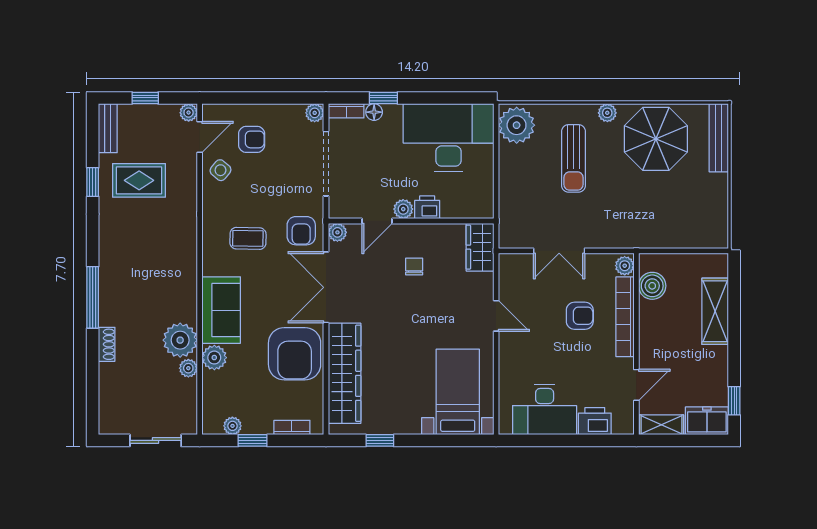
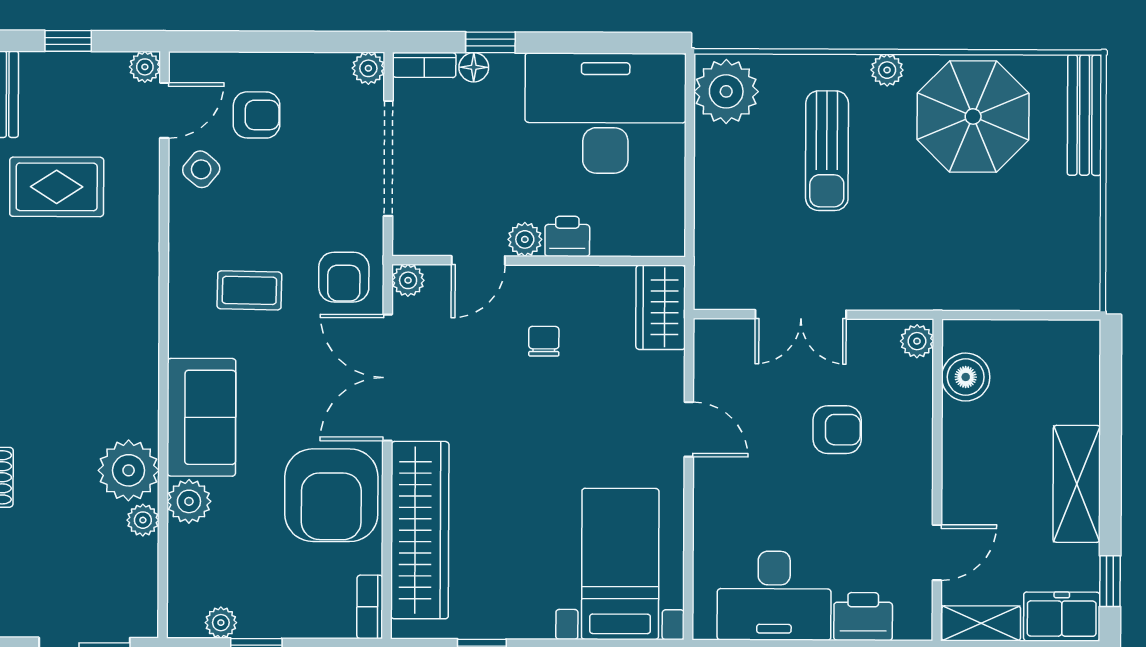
shelving: (715, 311) -> (1077, 484), moved
bookcase: (625, 317) -> (917, 432), removed
bookcase: (292, 428) -> (370, 607), moved, turned -90

